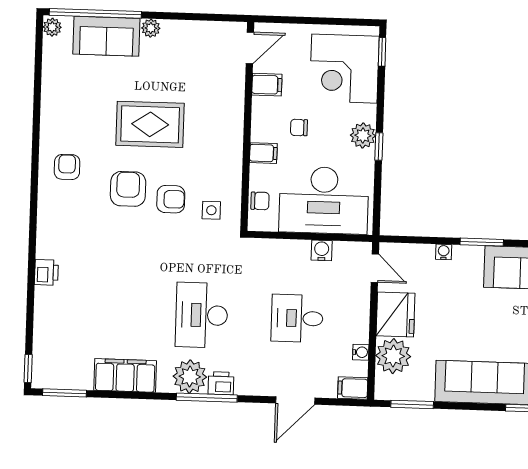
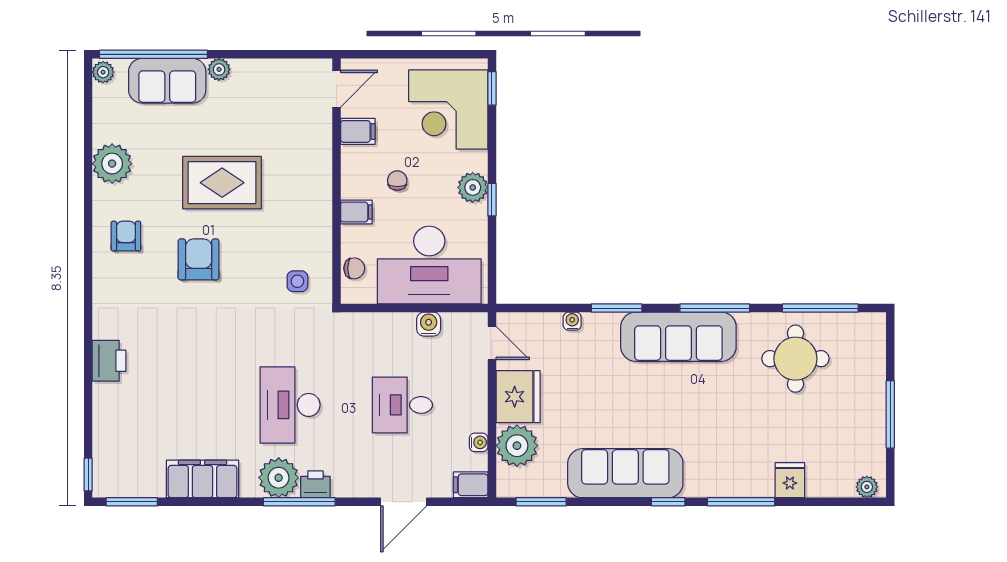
plant: (57, 105) -> (112, 164), added
chair: (299, 128) -> (397, 181), turned 90
armchair: (171, 199) -> (249, 270), removed
printer: (46, 272) -> (109, 361), width x1.36, depth x1.24

